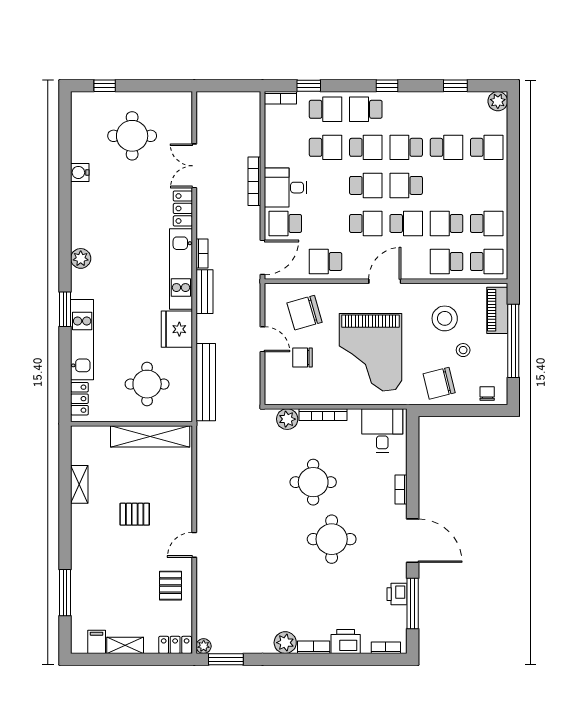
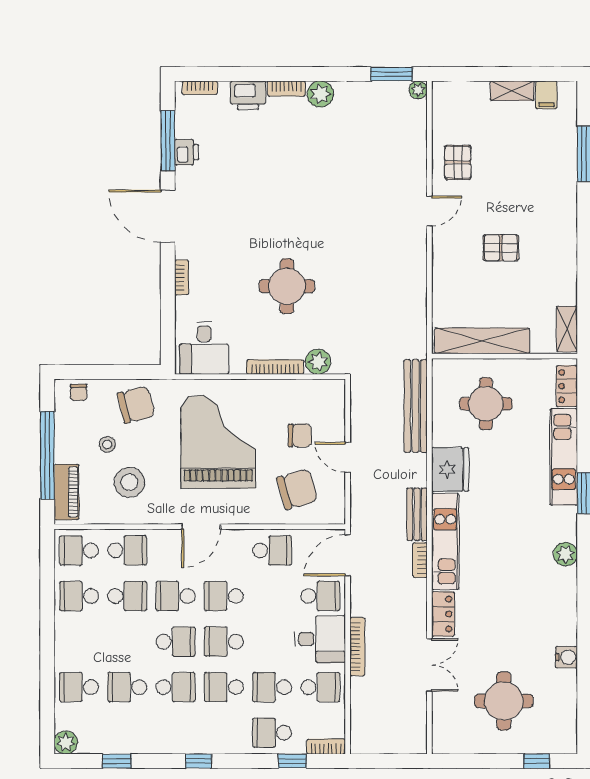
school desk: (366, 109) -> (320, 687), moved
shelving: (79, 484) -> (567, 329), moved
round table: (332, 539) -> (265, 218), removed
locker: (175, 645) -> (452, 91), removed

